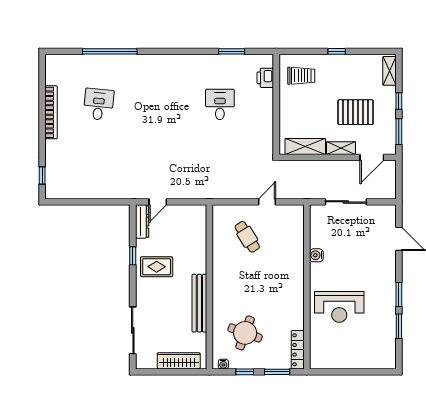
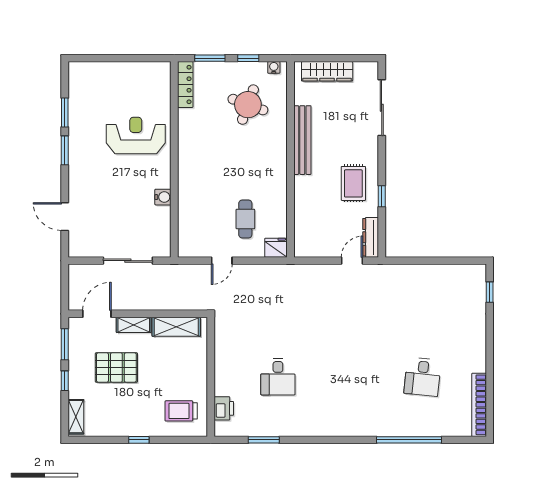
bookcase: (51, 112) -> (479, 405), moved
fridge: (222, 213) -> (276, 248), added
cafe table: (247, 237) -> (245, 219), turned 32
rug: (157, 267) -> (353, 183), turned 90

